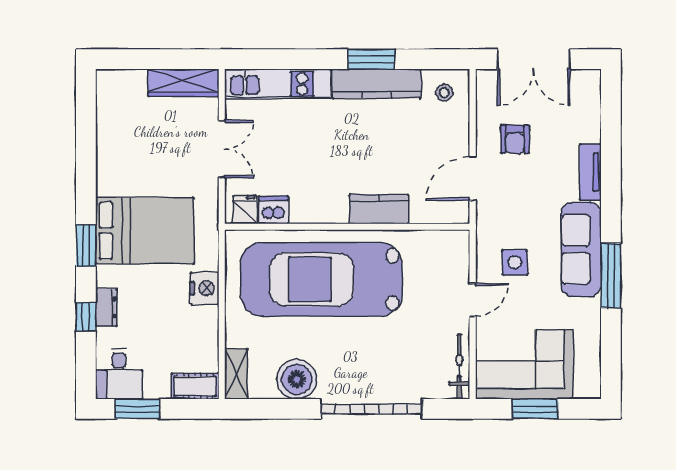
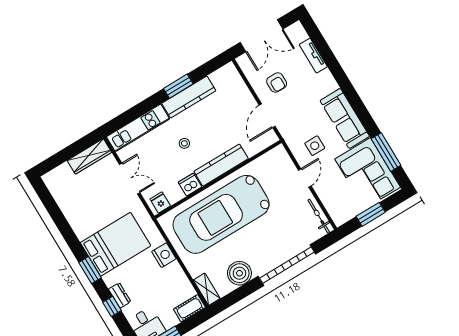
stool: (444, 93) -> (184, 143), moved
tv unit: (590, 172) -> (313, 56), moved
kitchen counter: (379, 209) -> (221, 165), width x1.50
dishwasher: (273, 210) -> (190, 185), moved
window: (611, 276) -> (386, 152), moved
corner sofa: (524, 364) -> (368, 173), moved, turned -90

